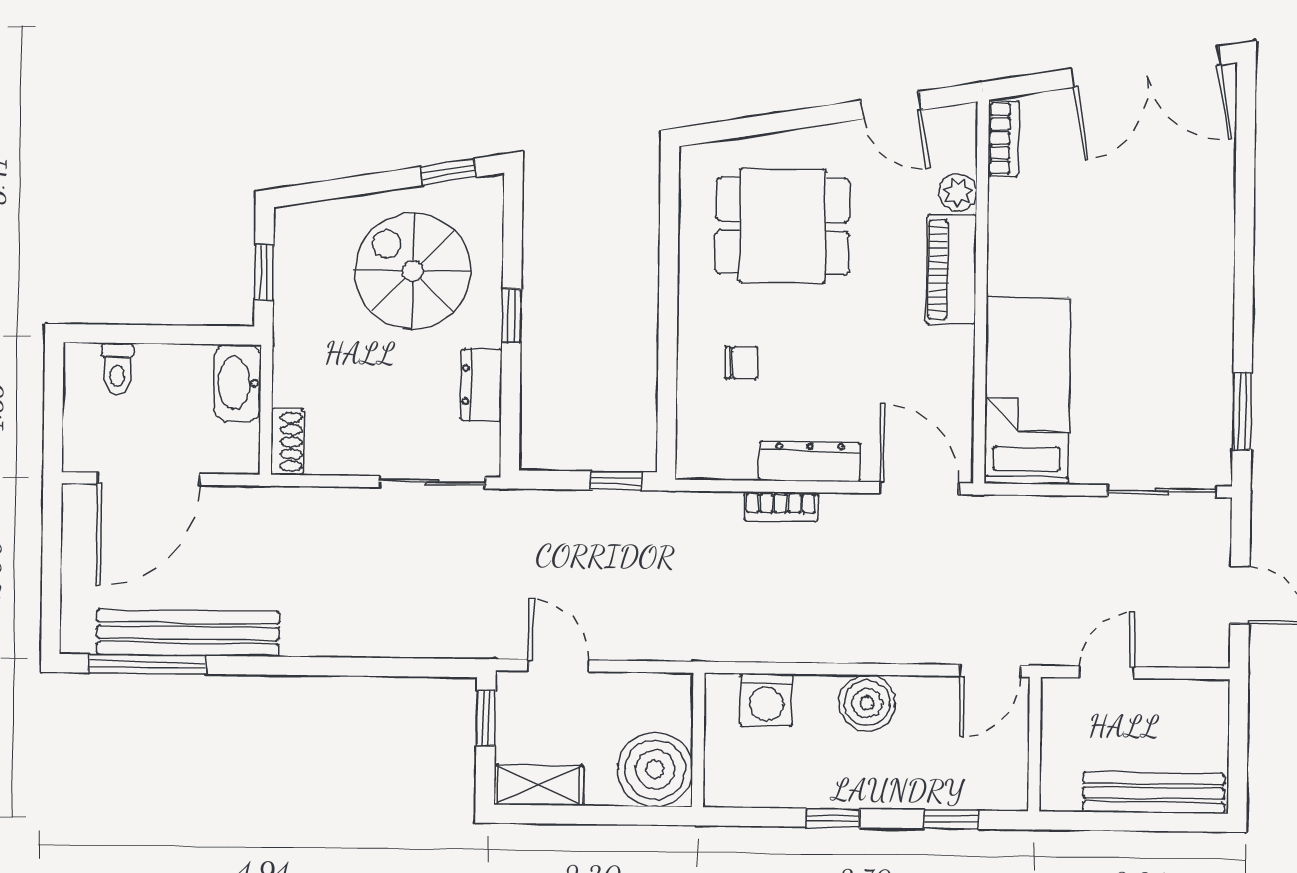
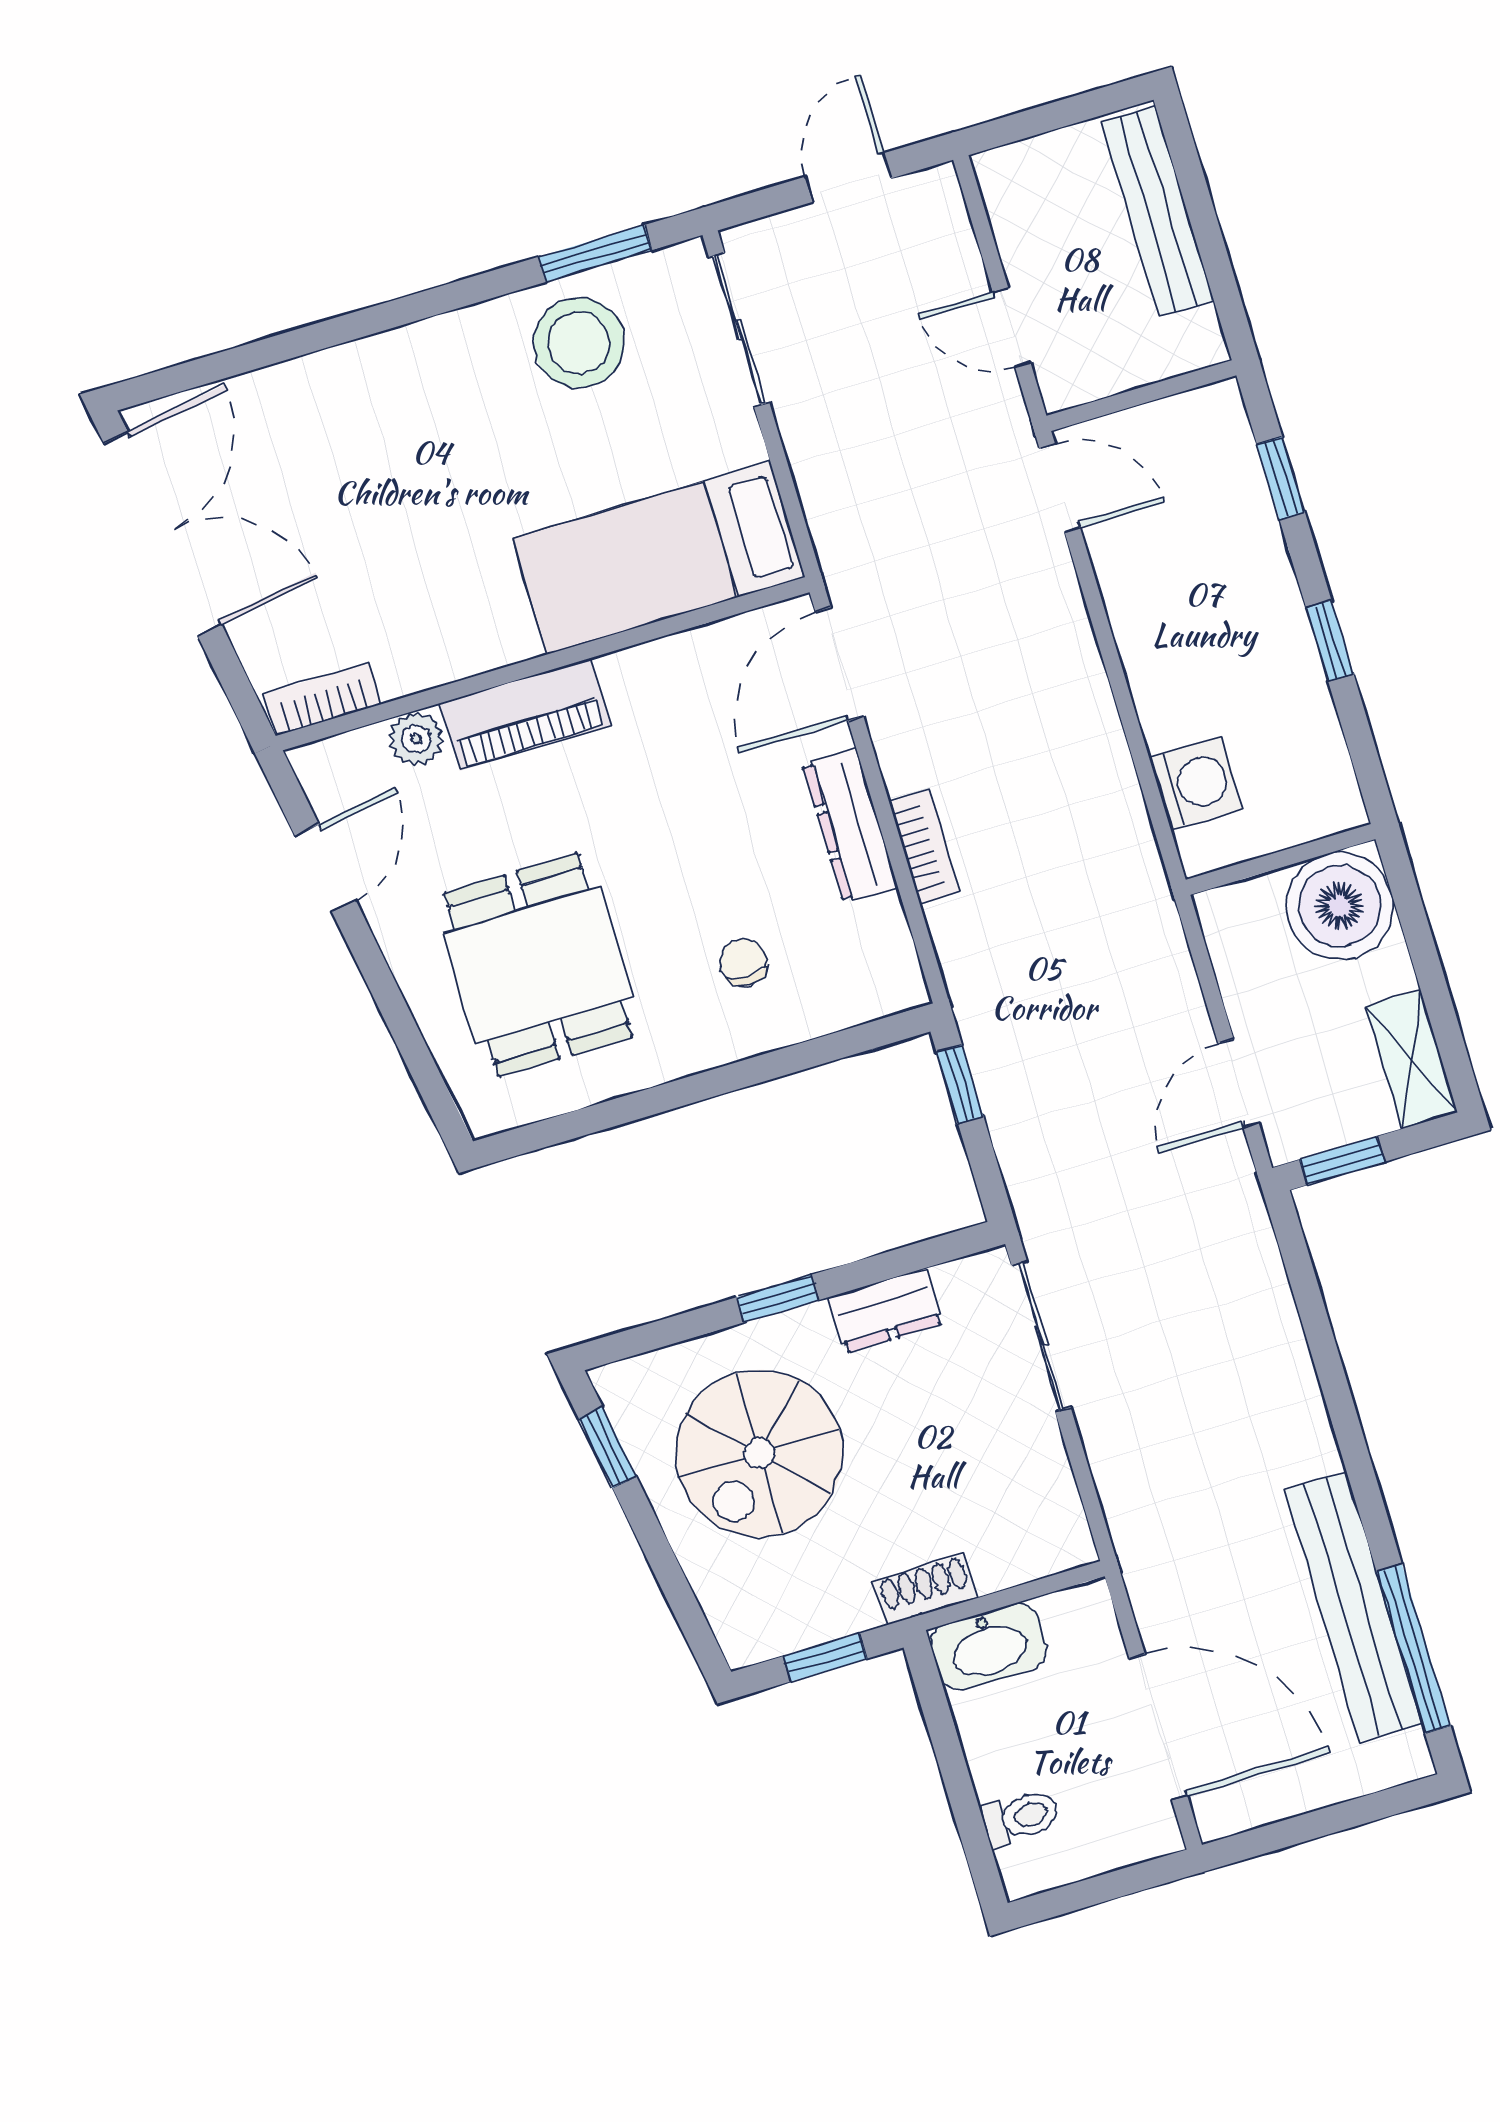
stool: (1186, 382) -> (579, 343), added
shoe rack: (287, 442) -> (925, 1589), moved
boiler: (867, 703) -> (1157, 643), removed

